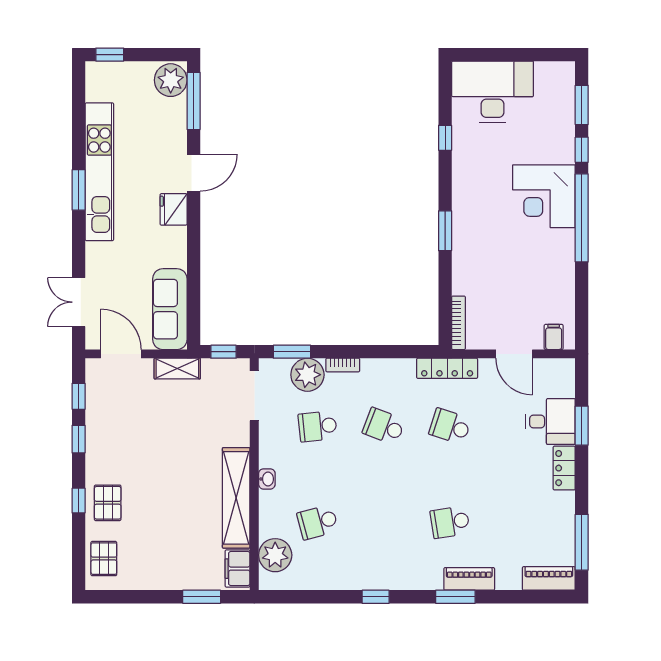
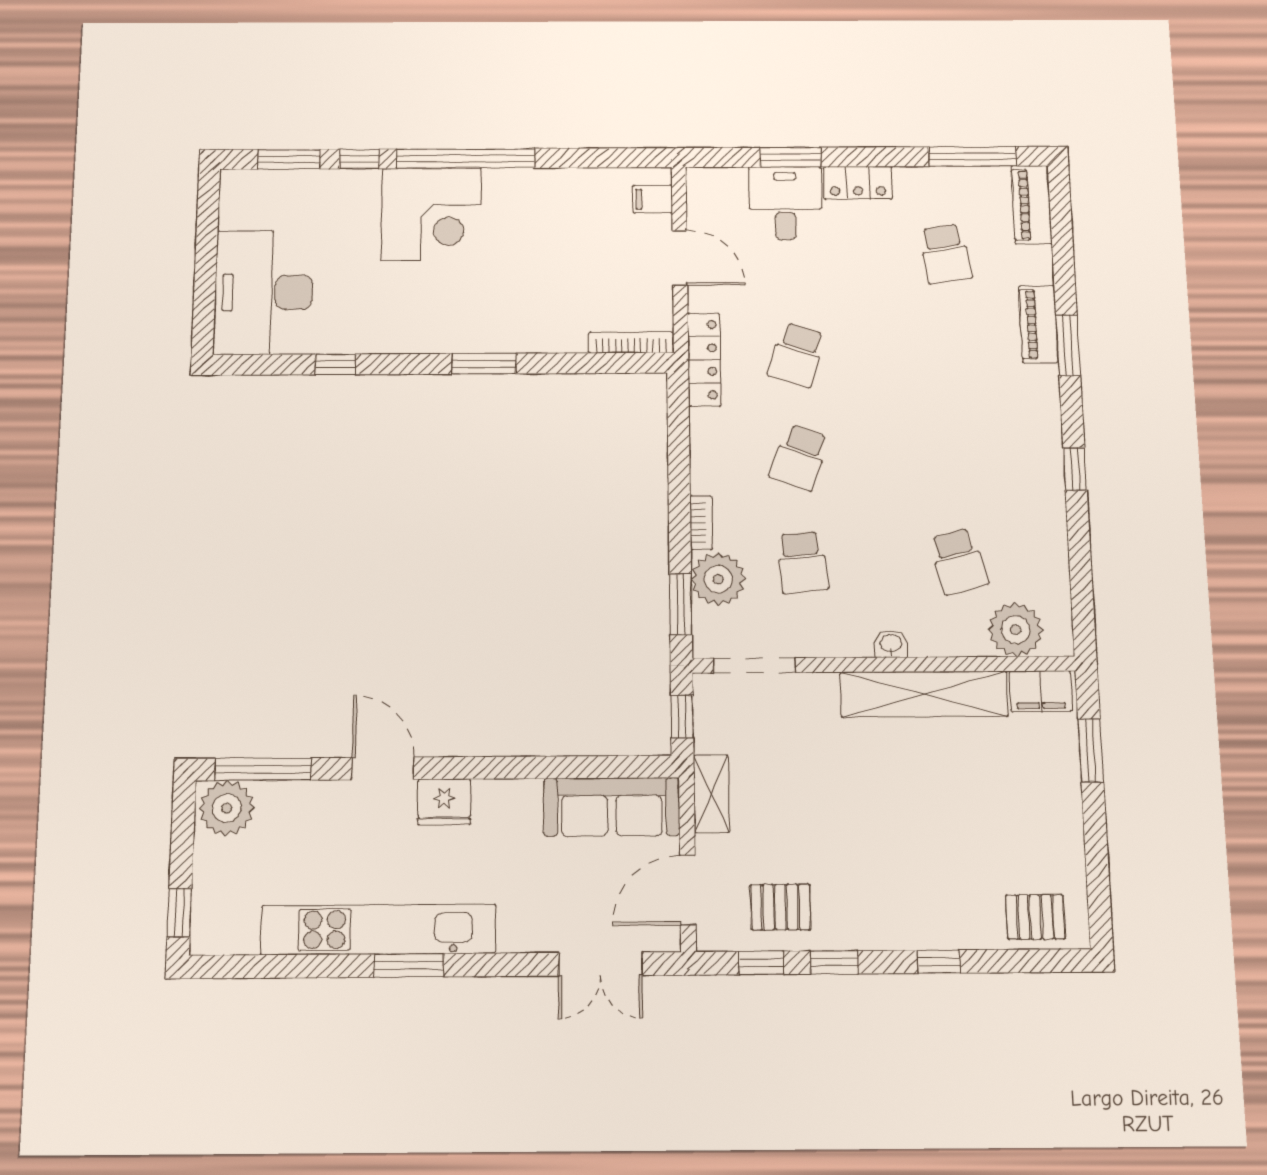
door: (514, 354) -> (680, 258), hinge flipped
pallet: (108, 503) -> (780, 907), moved
school desk: (450, 522) -> (945, 254), moved

